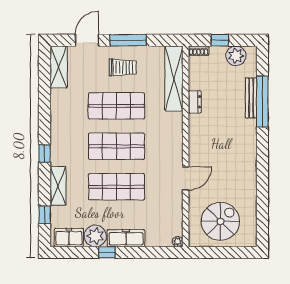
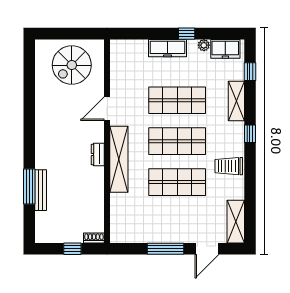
plant: (236, 56) -> (56, 233), removed
trolley: (123, 67) -> (229, 166), moved
shelving: (174, 78) -> (119, 159), moved
dresser: (195, 102) -> (98, 154), moved
window: (262, 102) -> (29, 186), width x0.68
plant: (95, 236) -> (204, 45), width x0.53, depth x0.53
plant: (178, 242) -> (115, 45), removed

